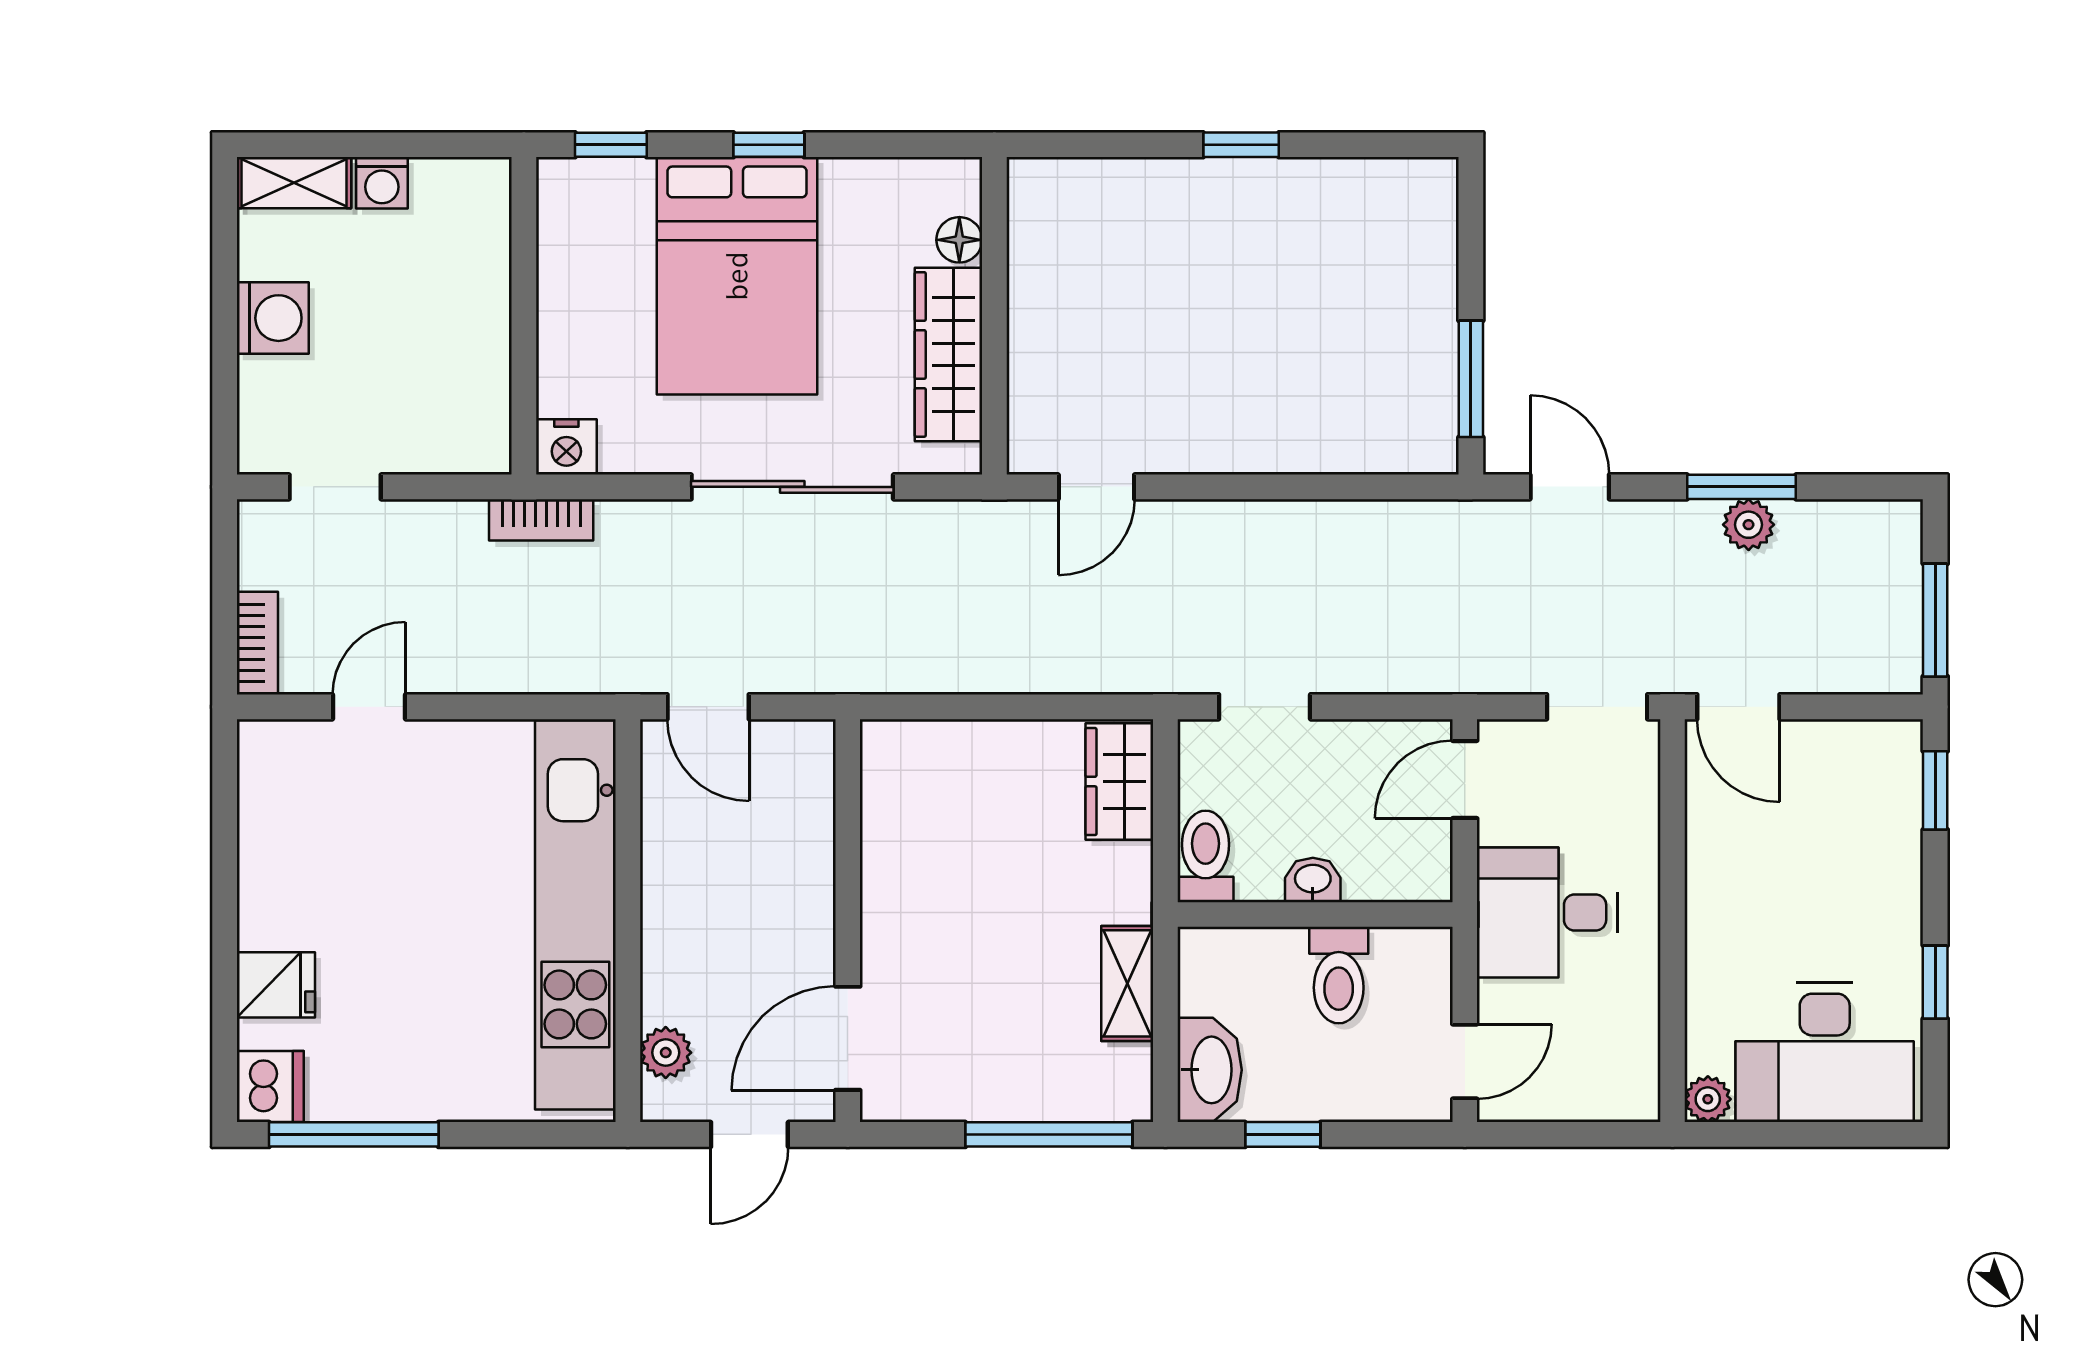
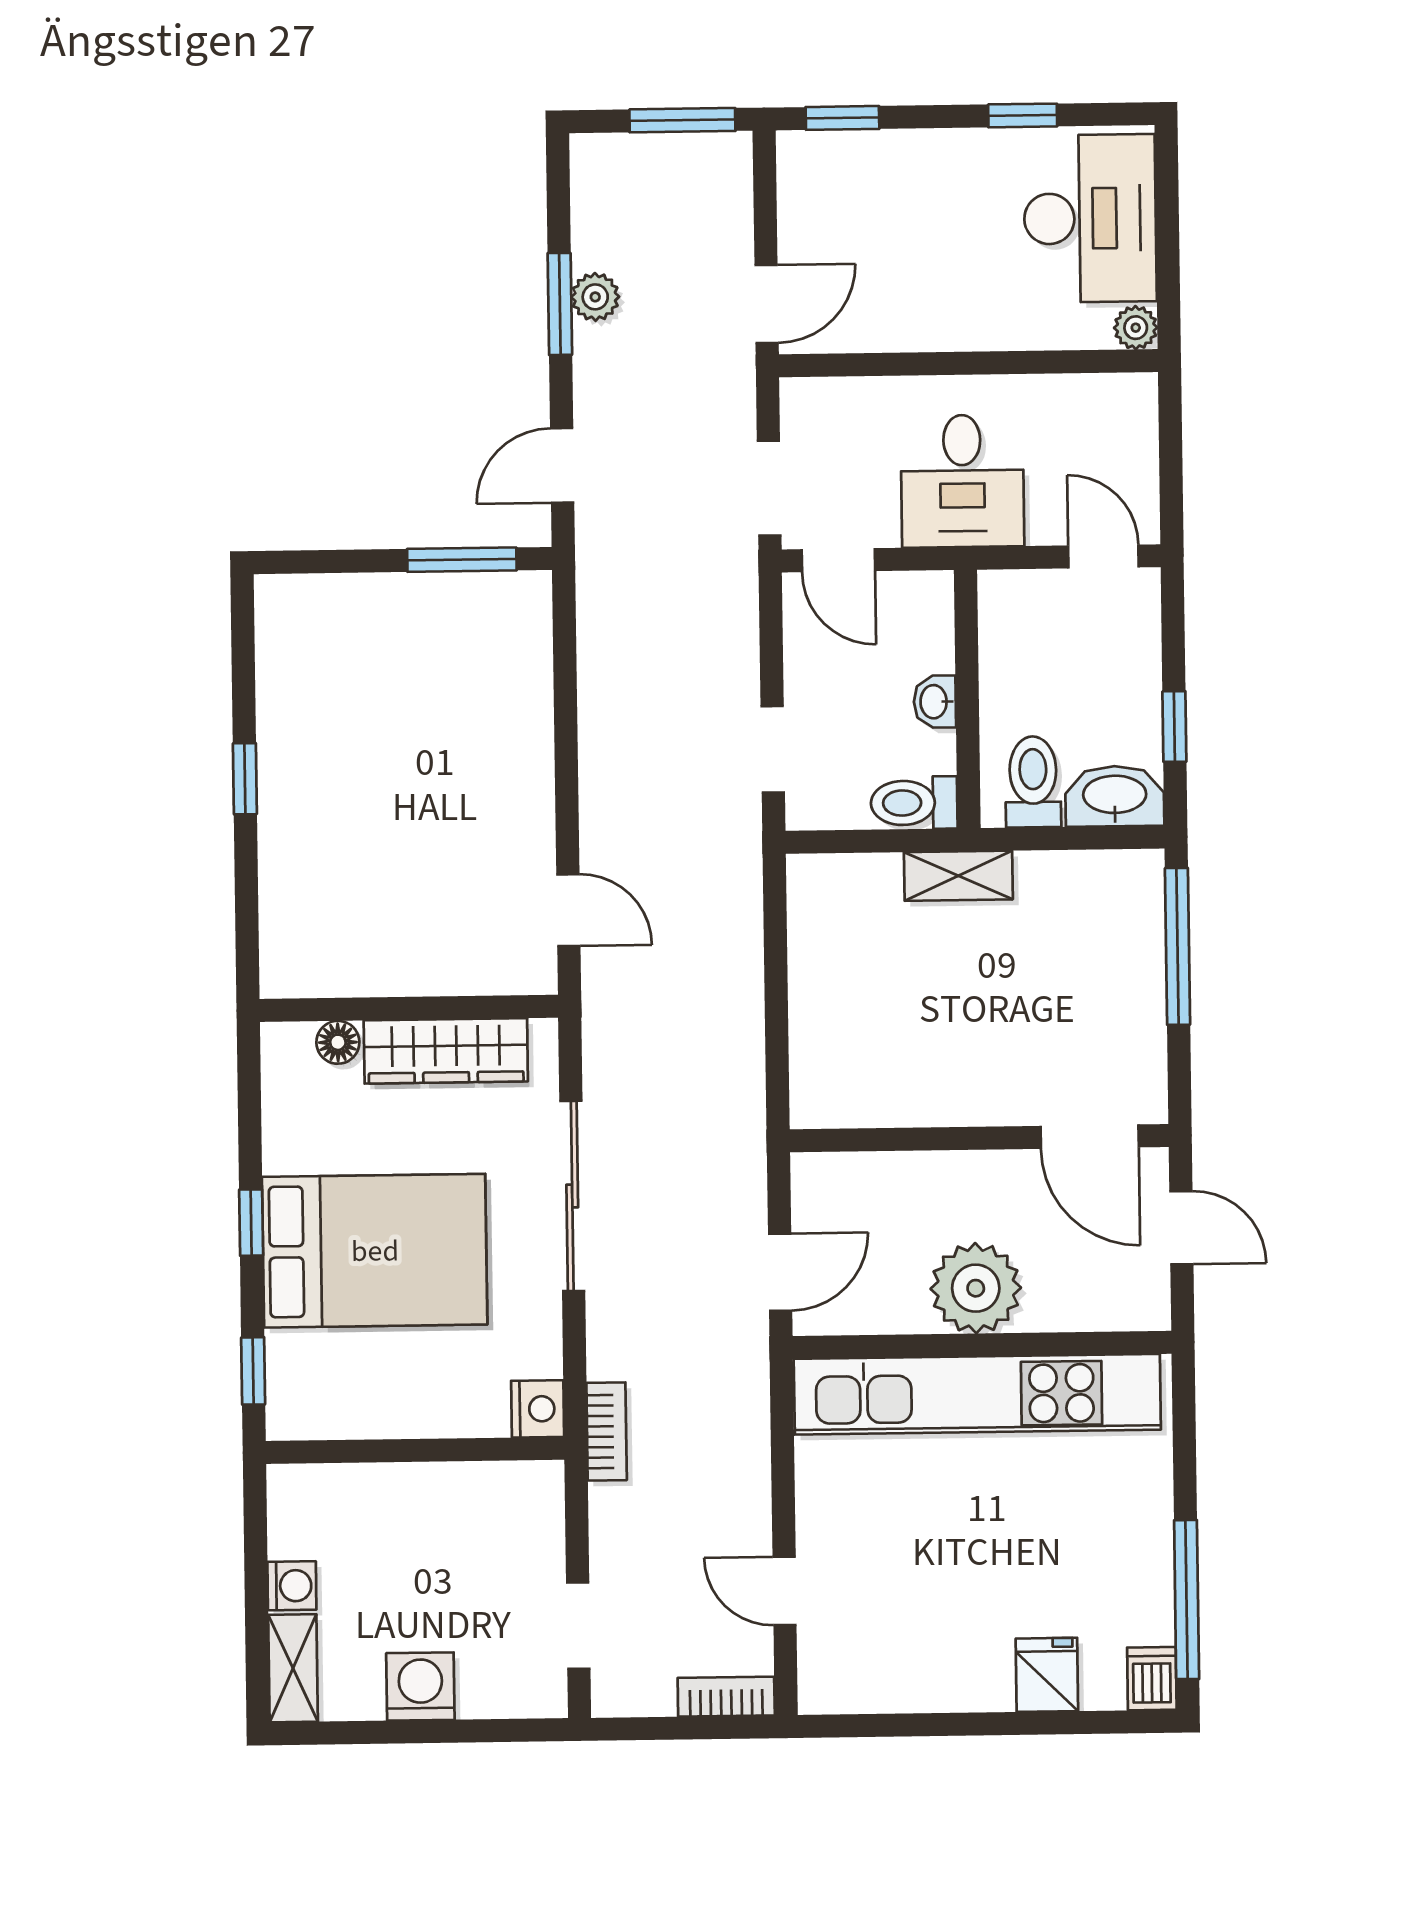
doorway: (1597, 707) -> (769, 488), moved
wardrobe: (1119, 782) -> (845, 885), removed
toilet: (1339, 975) -> (1033, 782), moved, turned -90
shelving: (1127, 983) -> (958, 876), moved
plant: (666, 1053) -> (976, 1288), moved, width x1.88, depth x1.88
dishwasher: (270, 1087) -> (1152, 1679), width x0.73

